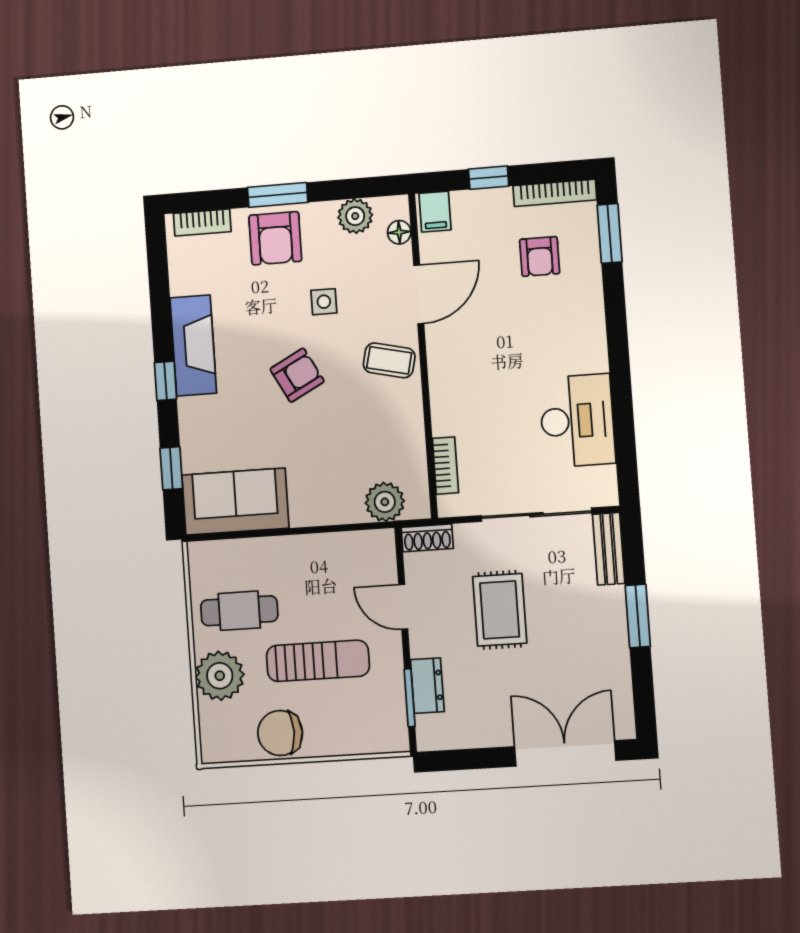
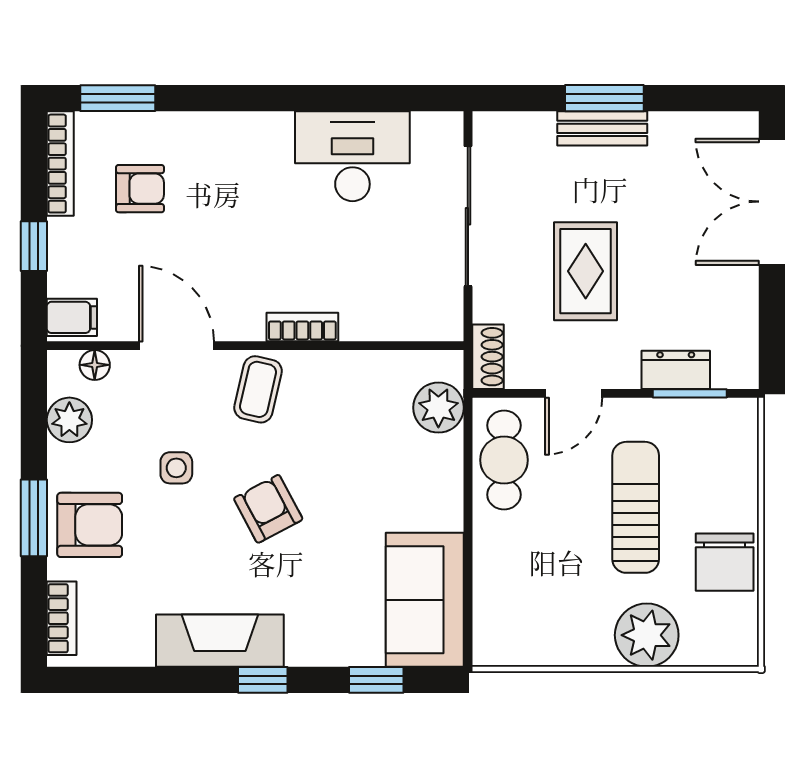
bookcase: (445, 466) -> (302, 327), moved
bench: (609, 549) -> (602, 128), moved
rug: (500, 610) -> (586, 271), turned 90
cafe table: (239, 611) -> (504, 460), moved

